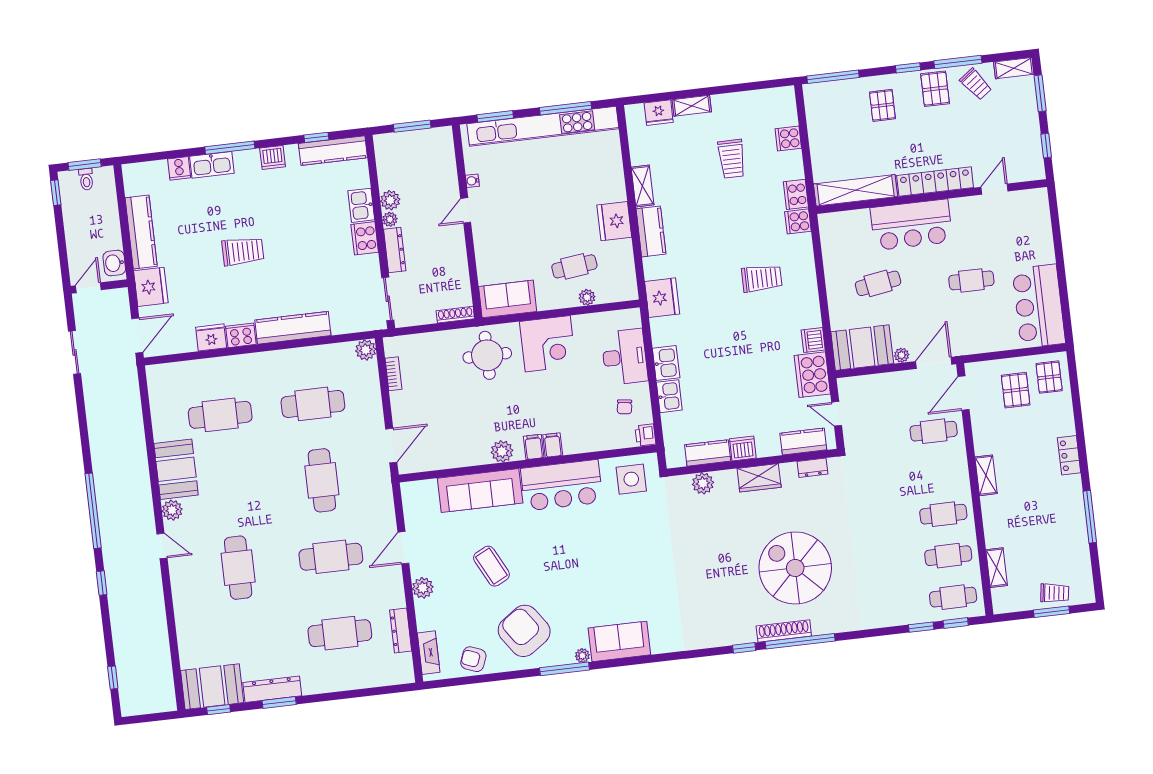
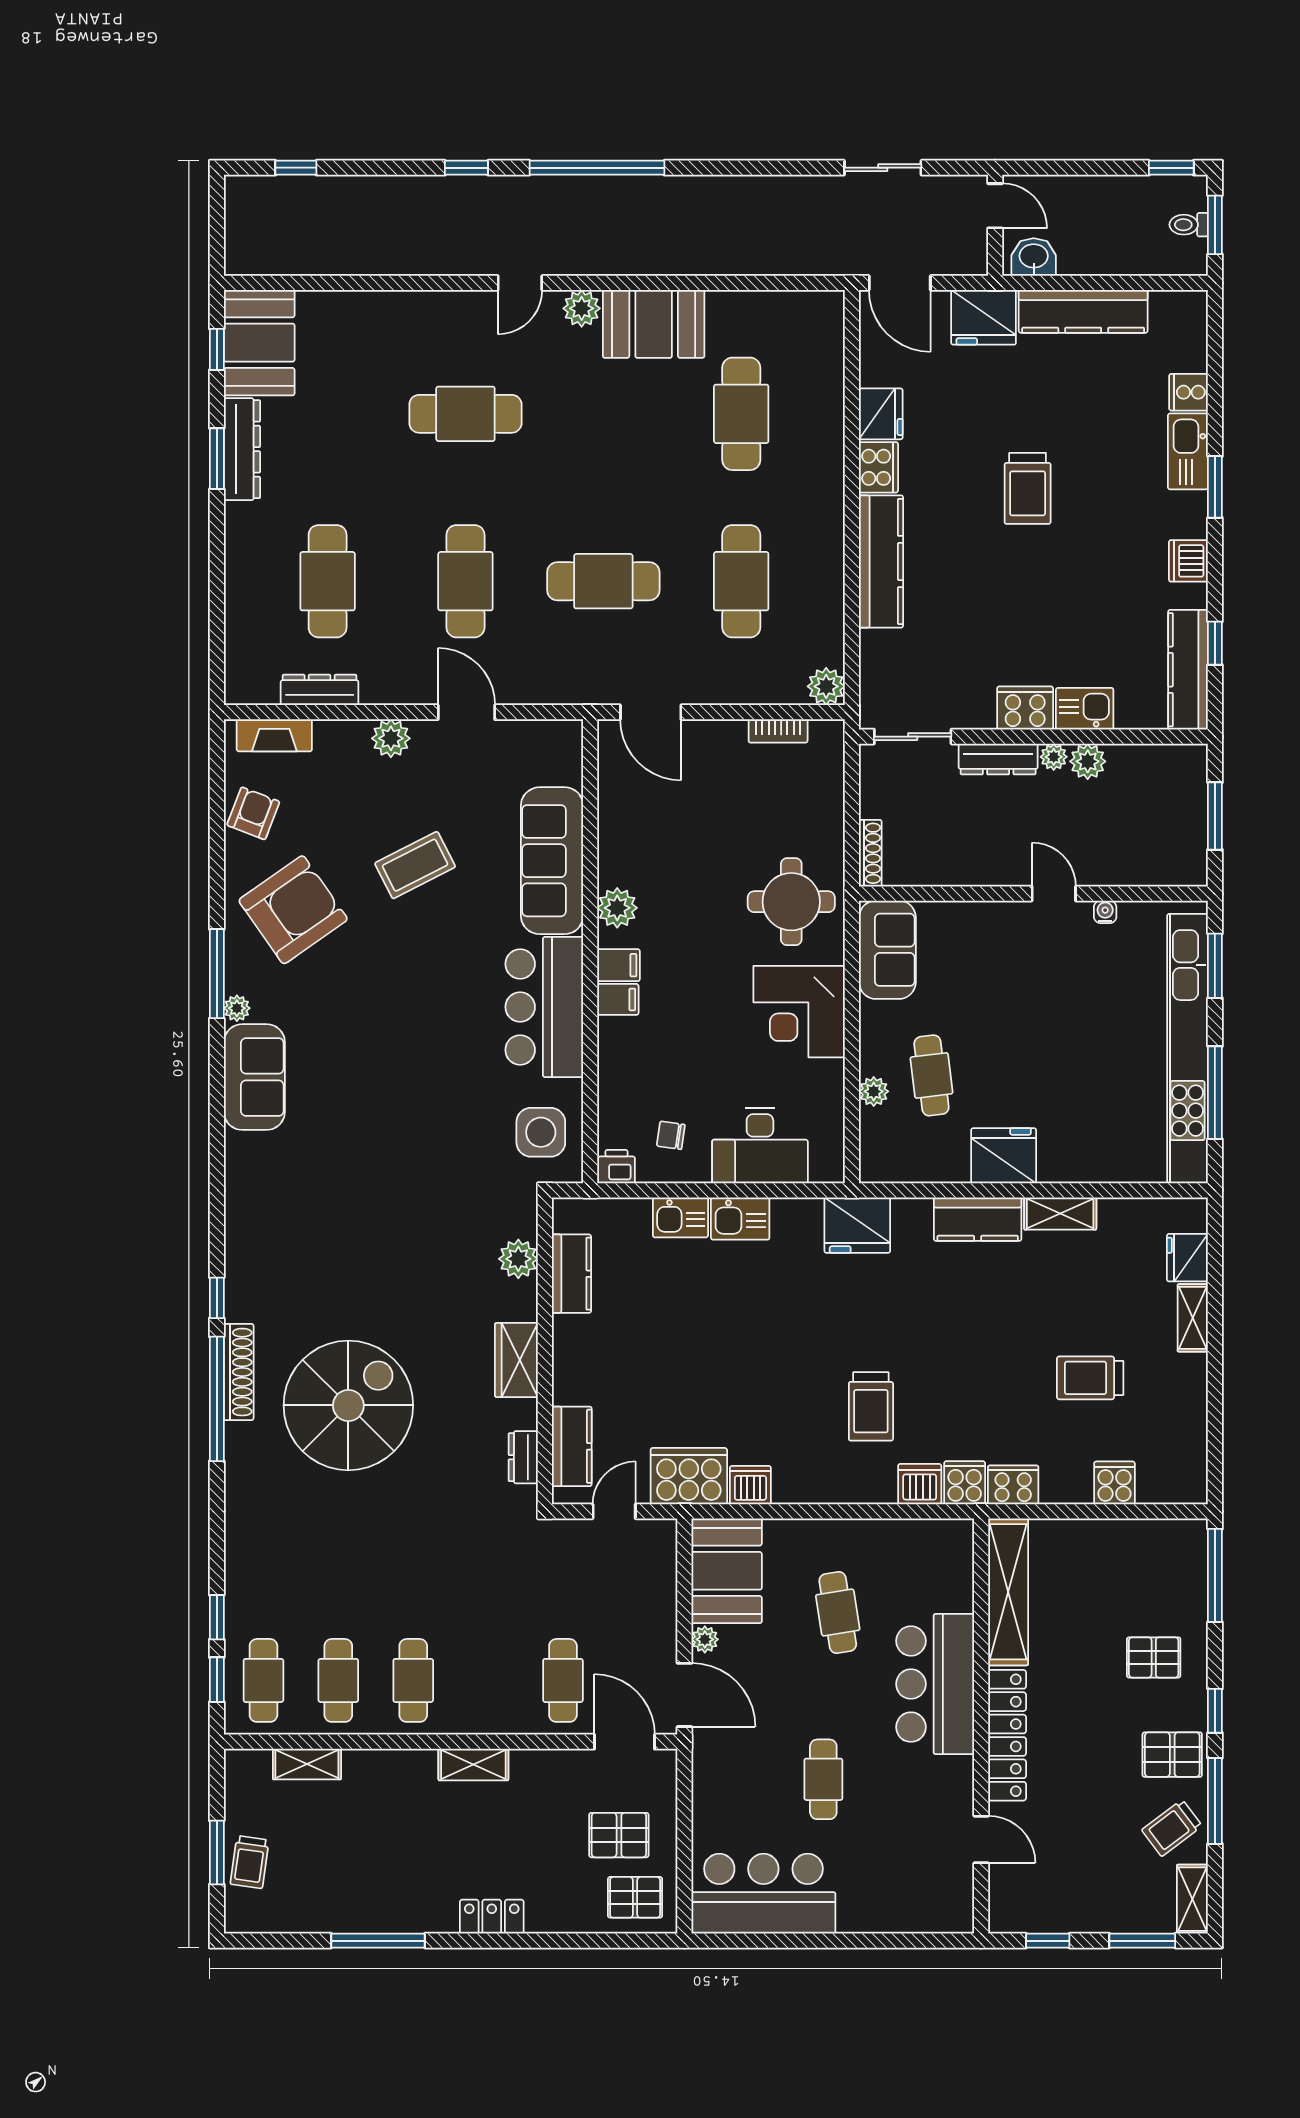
window: (230, 148) -> (1215, 487), width x0.69
dishwasher: (743, 448) -> (920, 1484), moved, turned -90

